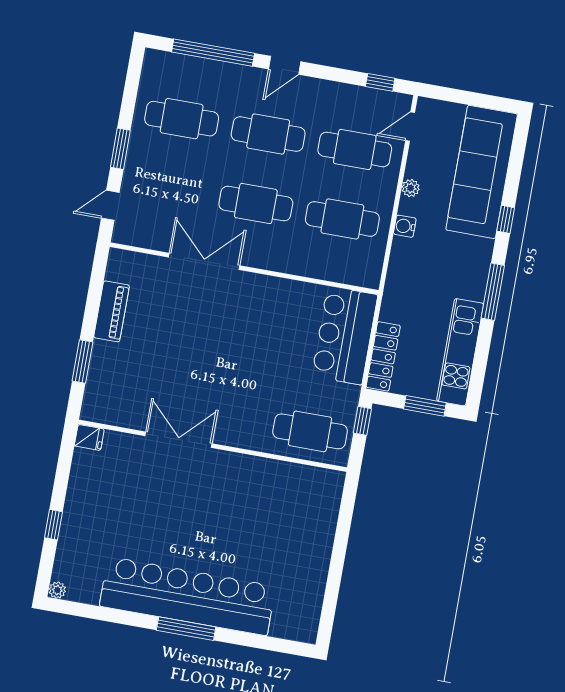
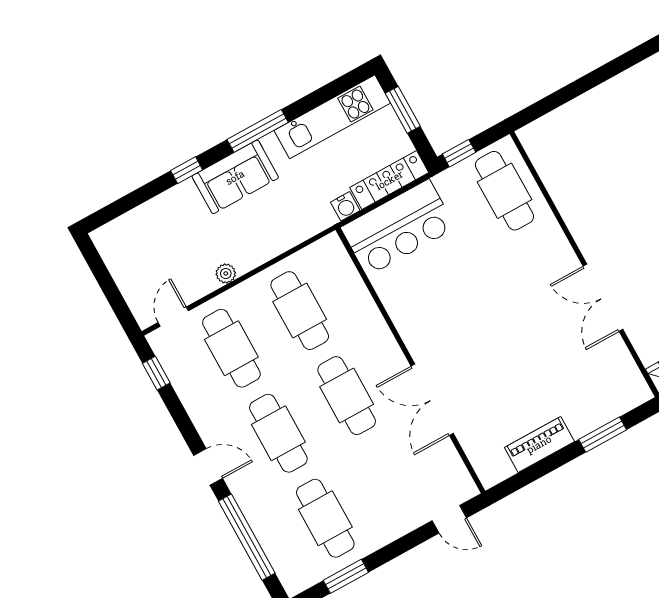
door: (410, 127) -> (173, 317), swing flipped
window: (120, 149) -> (346, 576), moved
sofa: (482, 172) -> (235, 177), moved, width x0.54, depth x0.79
water cooler: (405, 226) -> (345, 206), moved

